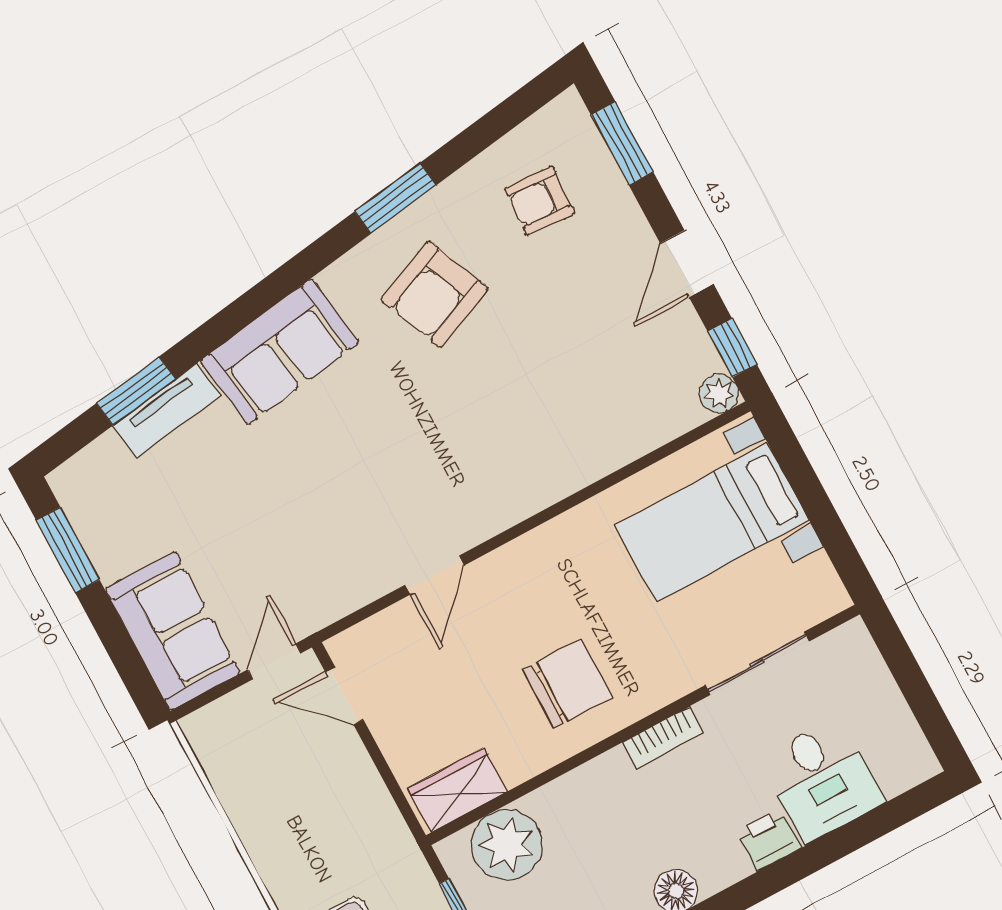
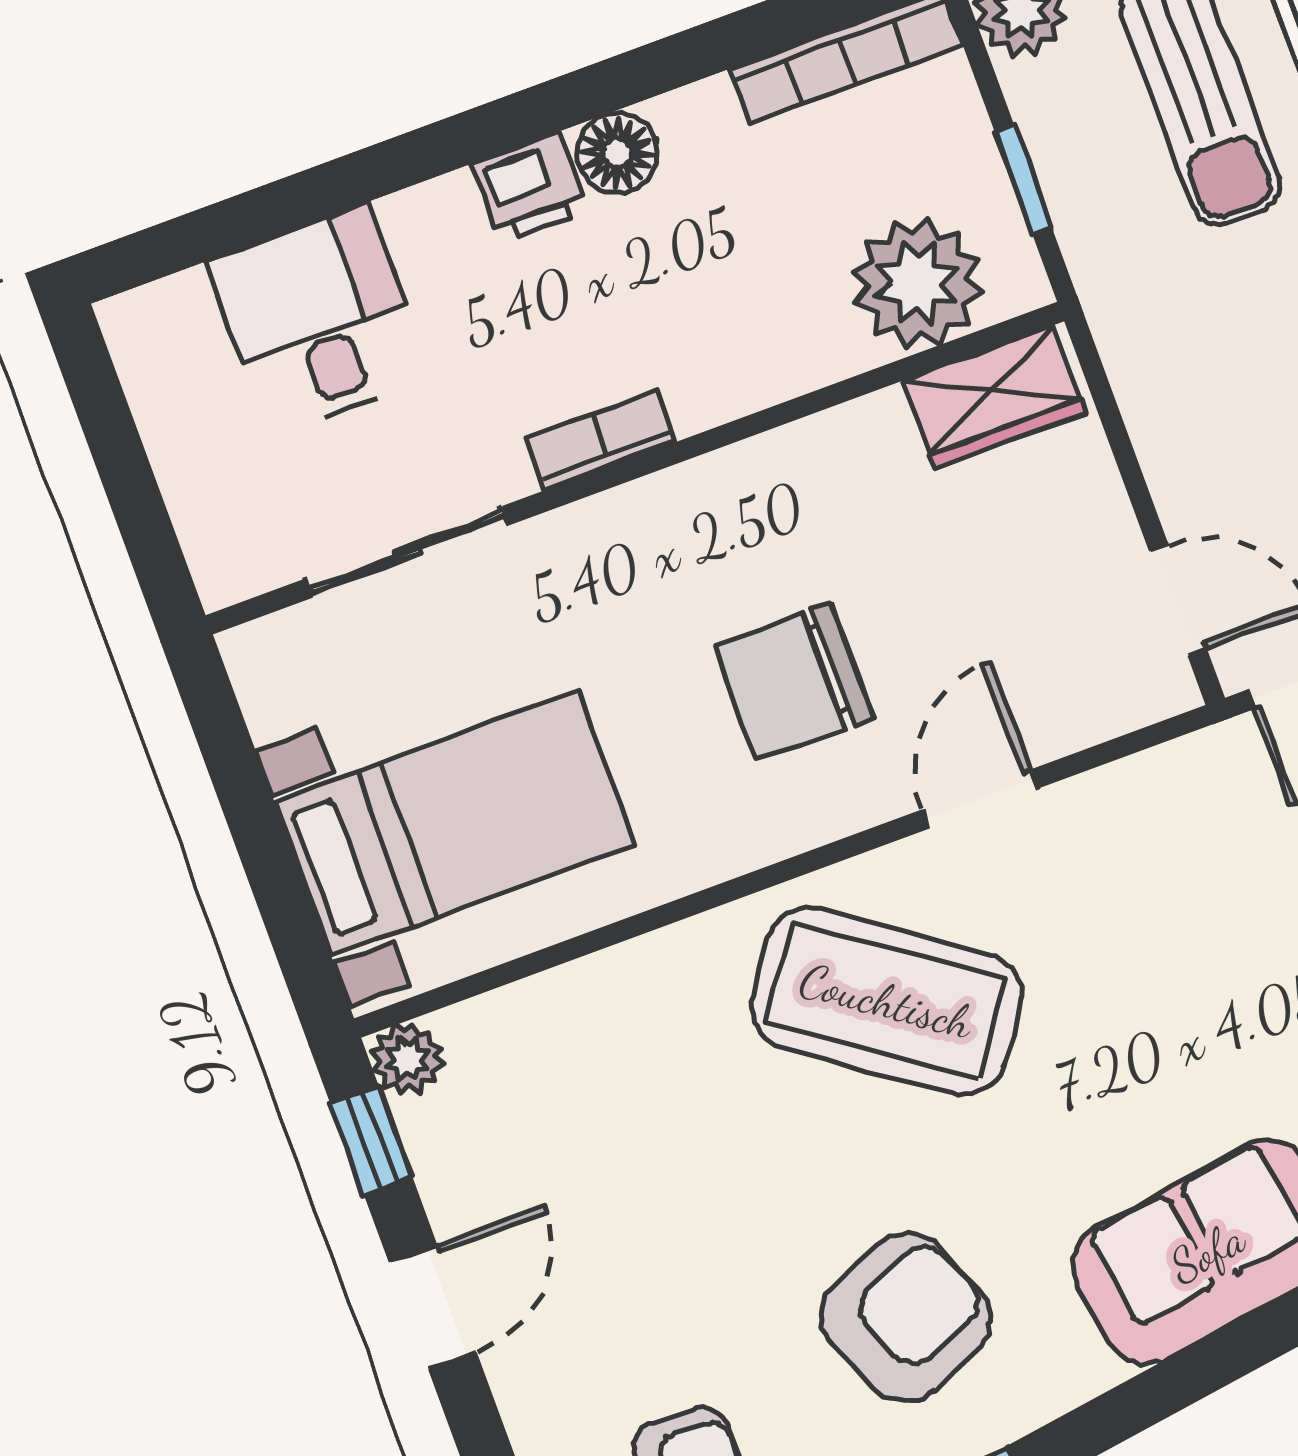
coffee table: (469, 461) -> (886, 1001), added
chair: (567, 684) -> (793, 682), moved
printer: (769, 840) -> (530, 188), moved

